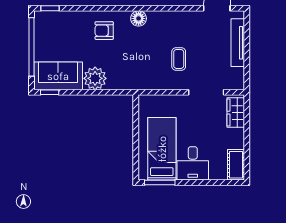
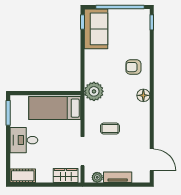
armchair: (104, 31) -> (133, 67), turned -90
tv unit: (238, 43) -> (118, 177), width x0.71
plant: (238, 74) -> (97, 177), added
plant: (95, 78) -> (94, 91), moved
bed: (162, 149) -> (55, 108), moved, turned 180

